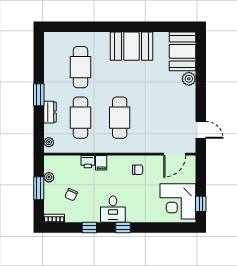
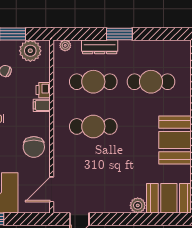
dresser: (50, 112) -> (100, 47), width x1.44
door: (175, 154) -> (52, 189), hinge flipped
chair: (138, 170) -> (34, 147), width x1.87, depth x1.87
plant: (49, 177) -> (30, 51), width x1.87, depth x1.87

